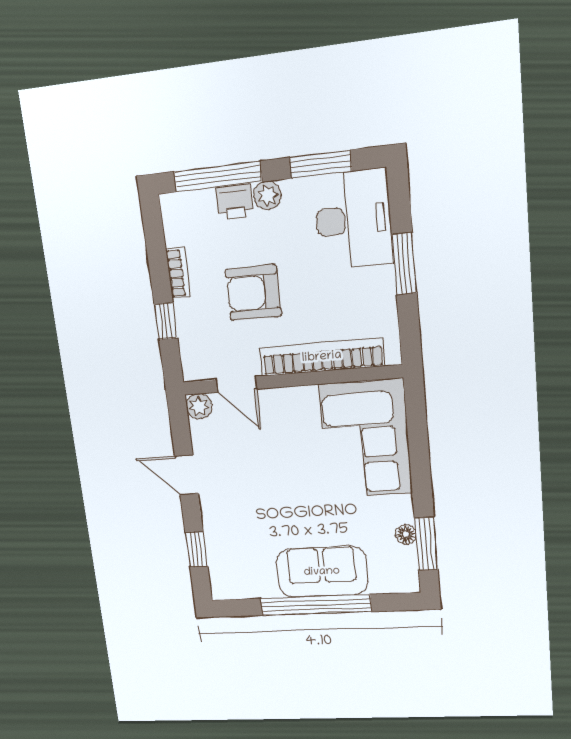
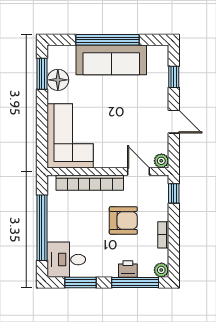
plant: (267, 195) -> (161, 270), moved
desk: (353, 220) -> (66, 260), width x0.73
window: (404, 264) -> (42, 228), width x2.11
window: (166, 321) -> (174, 193), moved
floor lamp: (406, 534) -> (58, 80), width x1.89, depth x1.89
sofa: (322, 572) -> (111, 60), width x1.36

